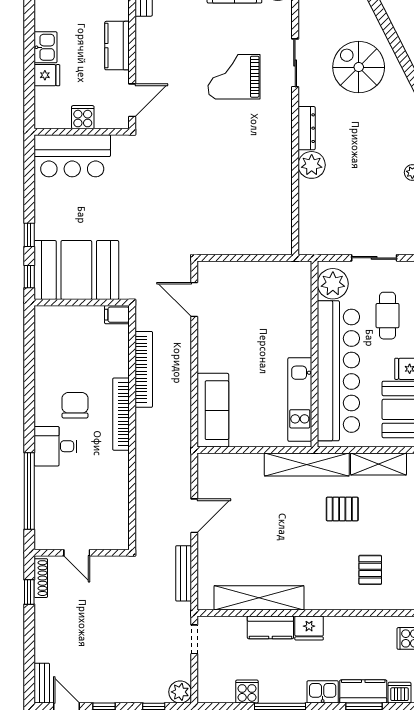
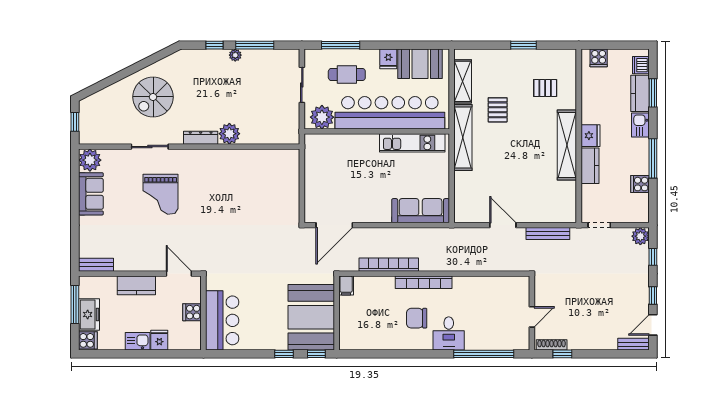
door: (194, 299) -> (334, 225), width x1.36
shelving: (259, 598) -> (567, 145), moved

